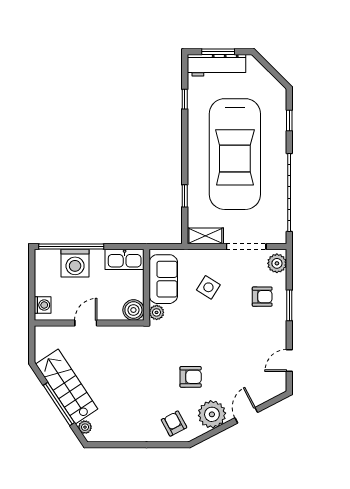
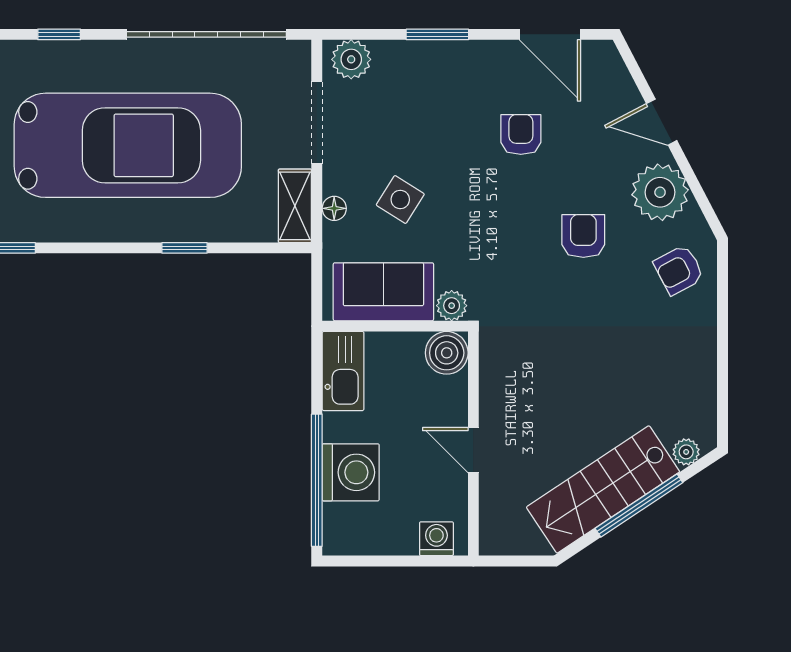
window: (185, 196) -> (184, 248), moved
floor lamp: (204, 255) -> (334, 208), added
armchair: (262, 297) -> (521, 135), moved
door: (289, 360) -> (550, 34), width x1.38

